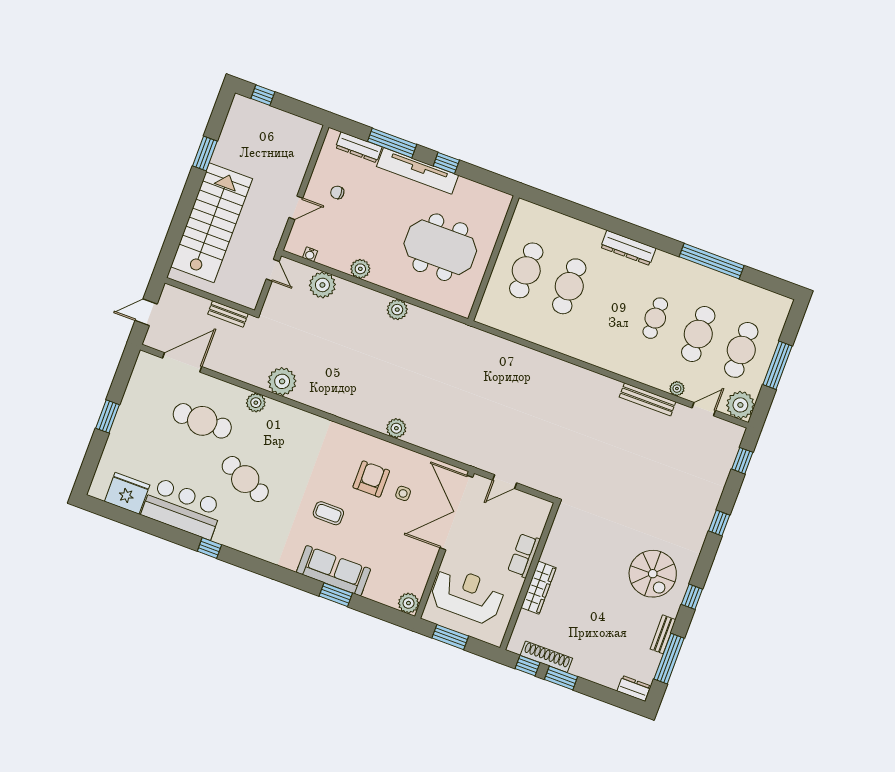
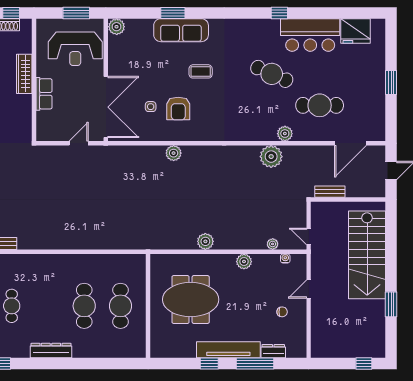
dresser: (359, 147) -> (273, 351), width x0.70
plant: (322, 285) -> (273, 244), width x0.53, depth x0.53

